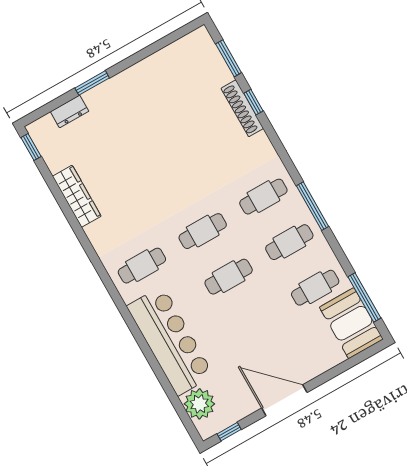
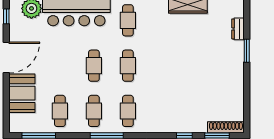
shoe rack: (242, 108) -> (226, 127), moved
booth: (351, 323) -> (22, 93), moved, turned 90

